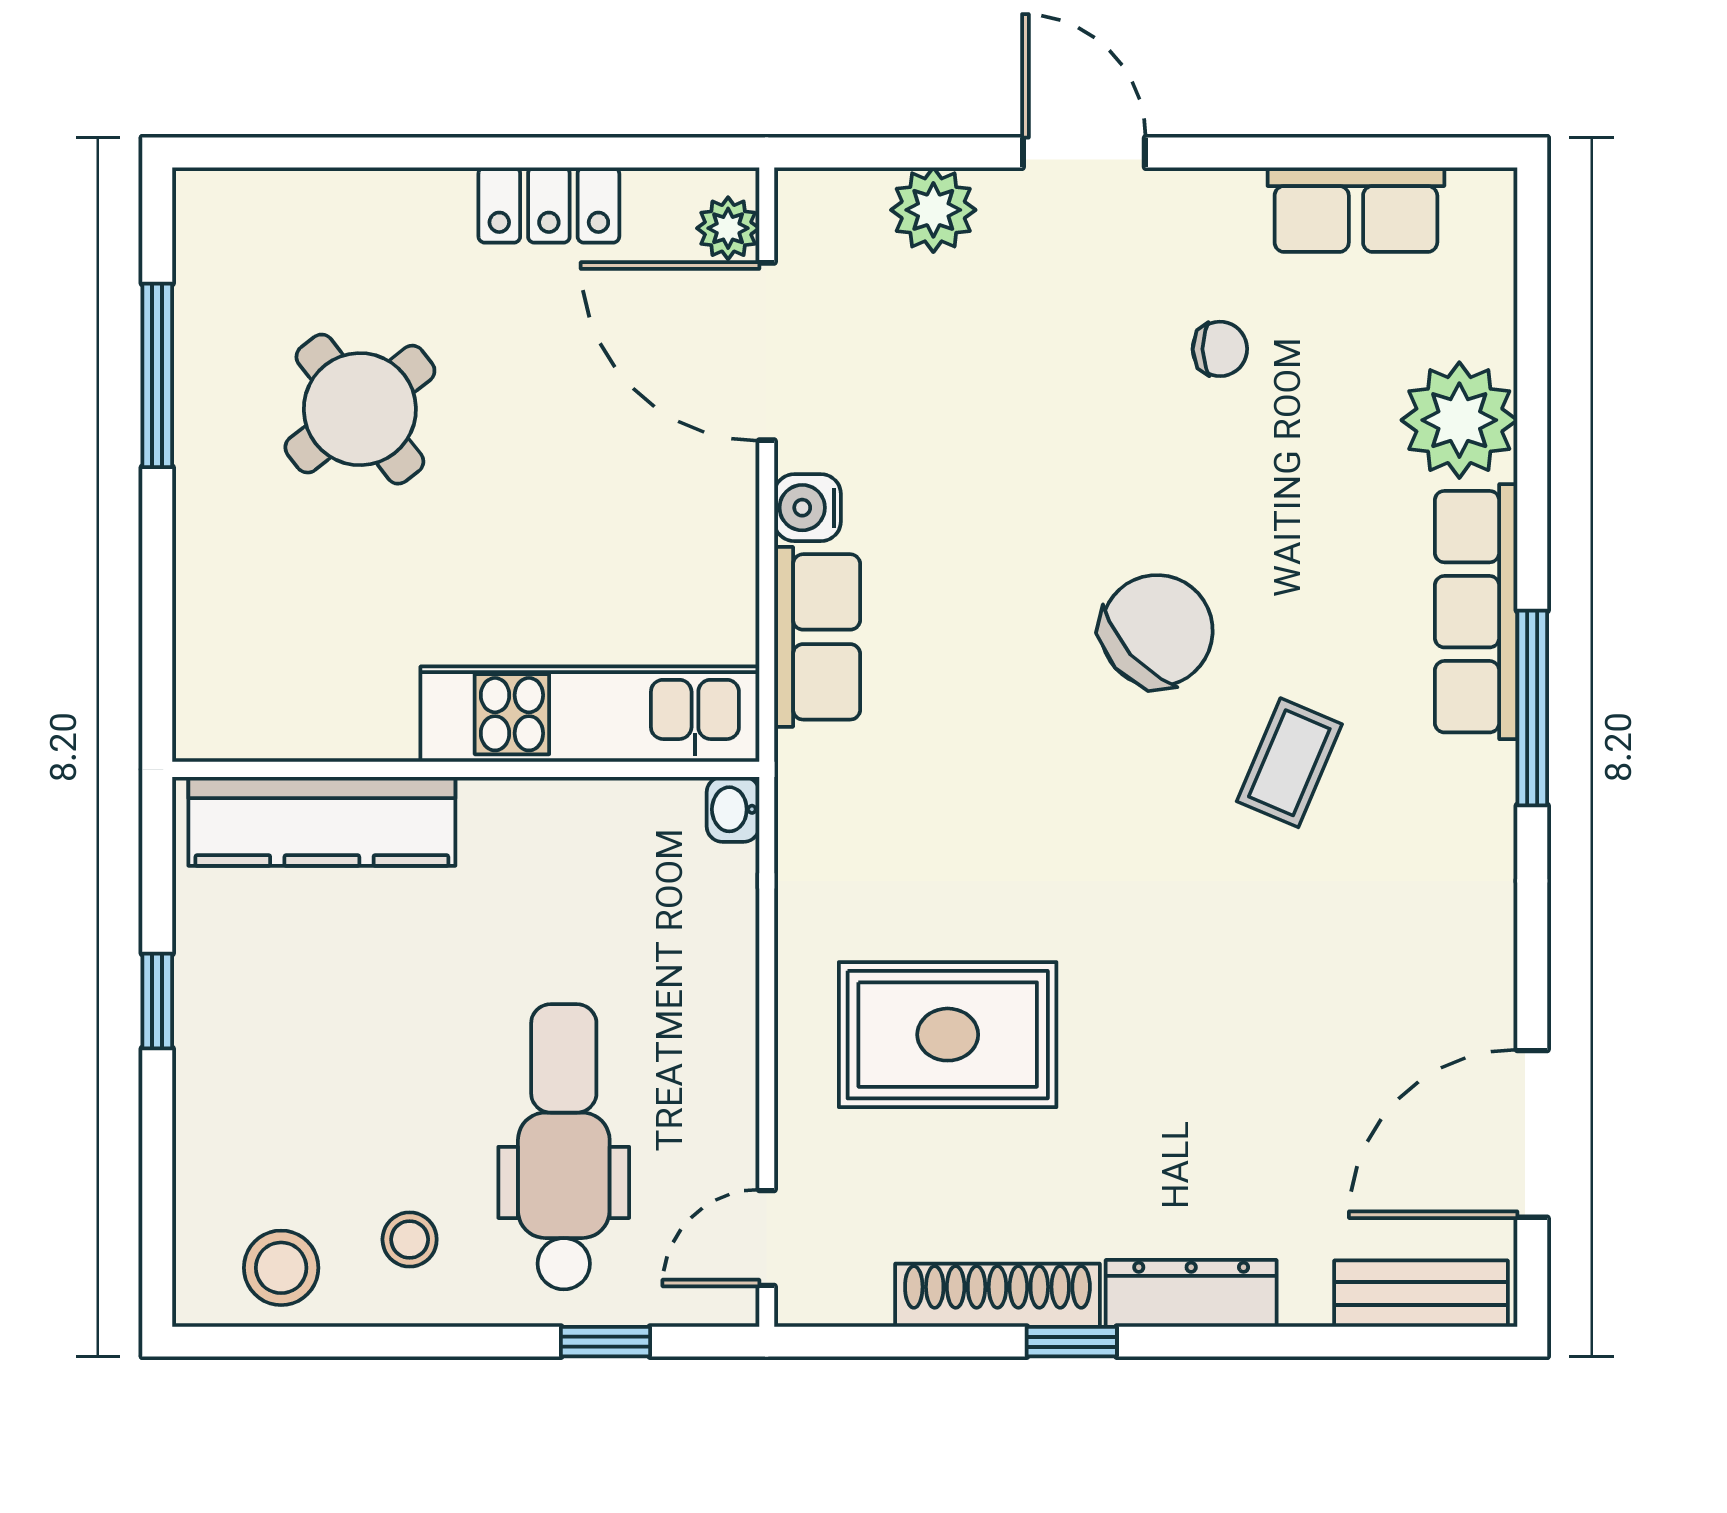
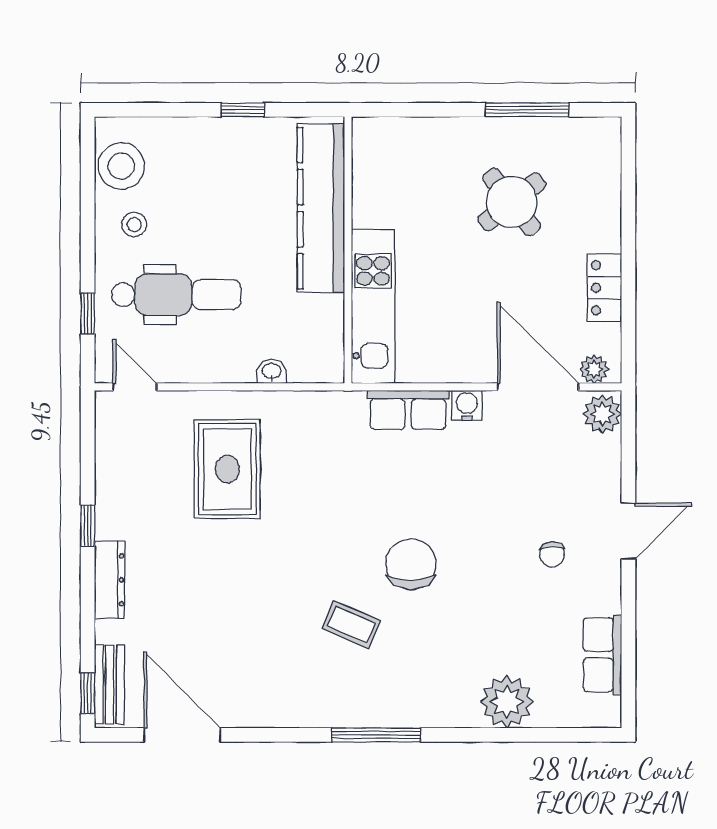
plant: (933, 210) -> (602, 414), moved
chair: (1220, 349) -> (552, 554), moved
door: (767, 351) -> (538, 387), hinge flipped
row of seats: (1476, 612) -> (420, 709), removed
chair: (1157, 631) -> (411, 564), turned -138
washbasin: (733, 809) -> (272, 372), moved
kitchen counter: (322, 821) -> (321, 208), width x1.39, depth x1.17
stool: (281, 1268) -> (121, 166), width x1.38, depth x1.38
shoe rack: (997, 1295) -> (109, 492), removed
window: (1440, 1342) -> (88, 693), added

